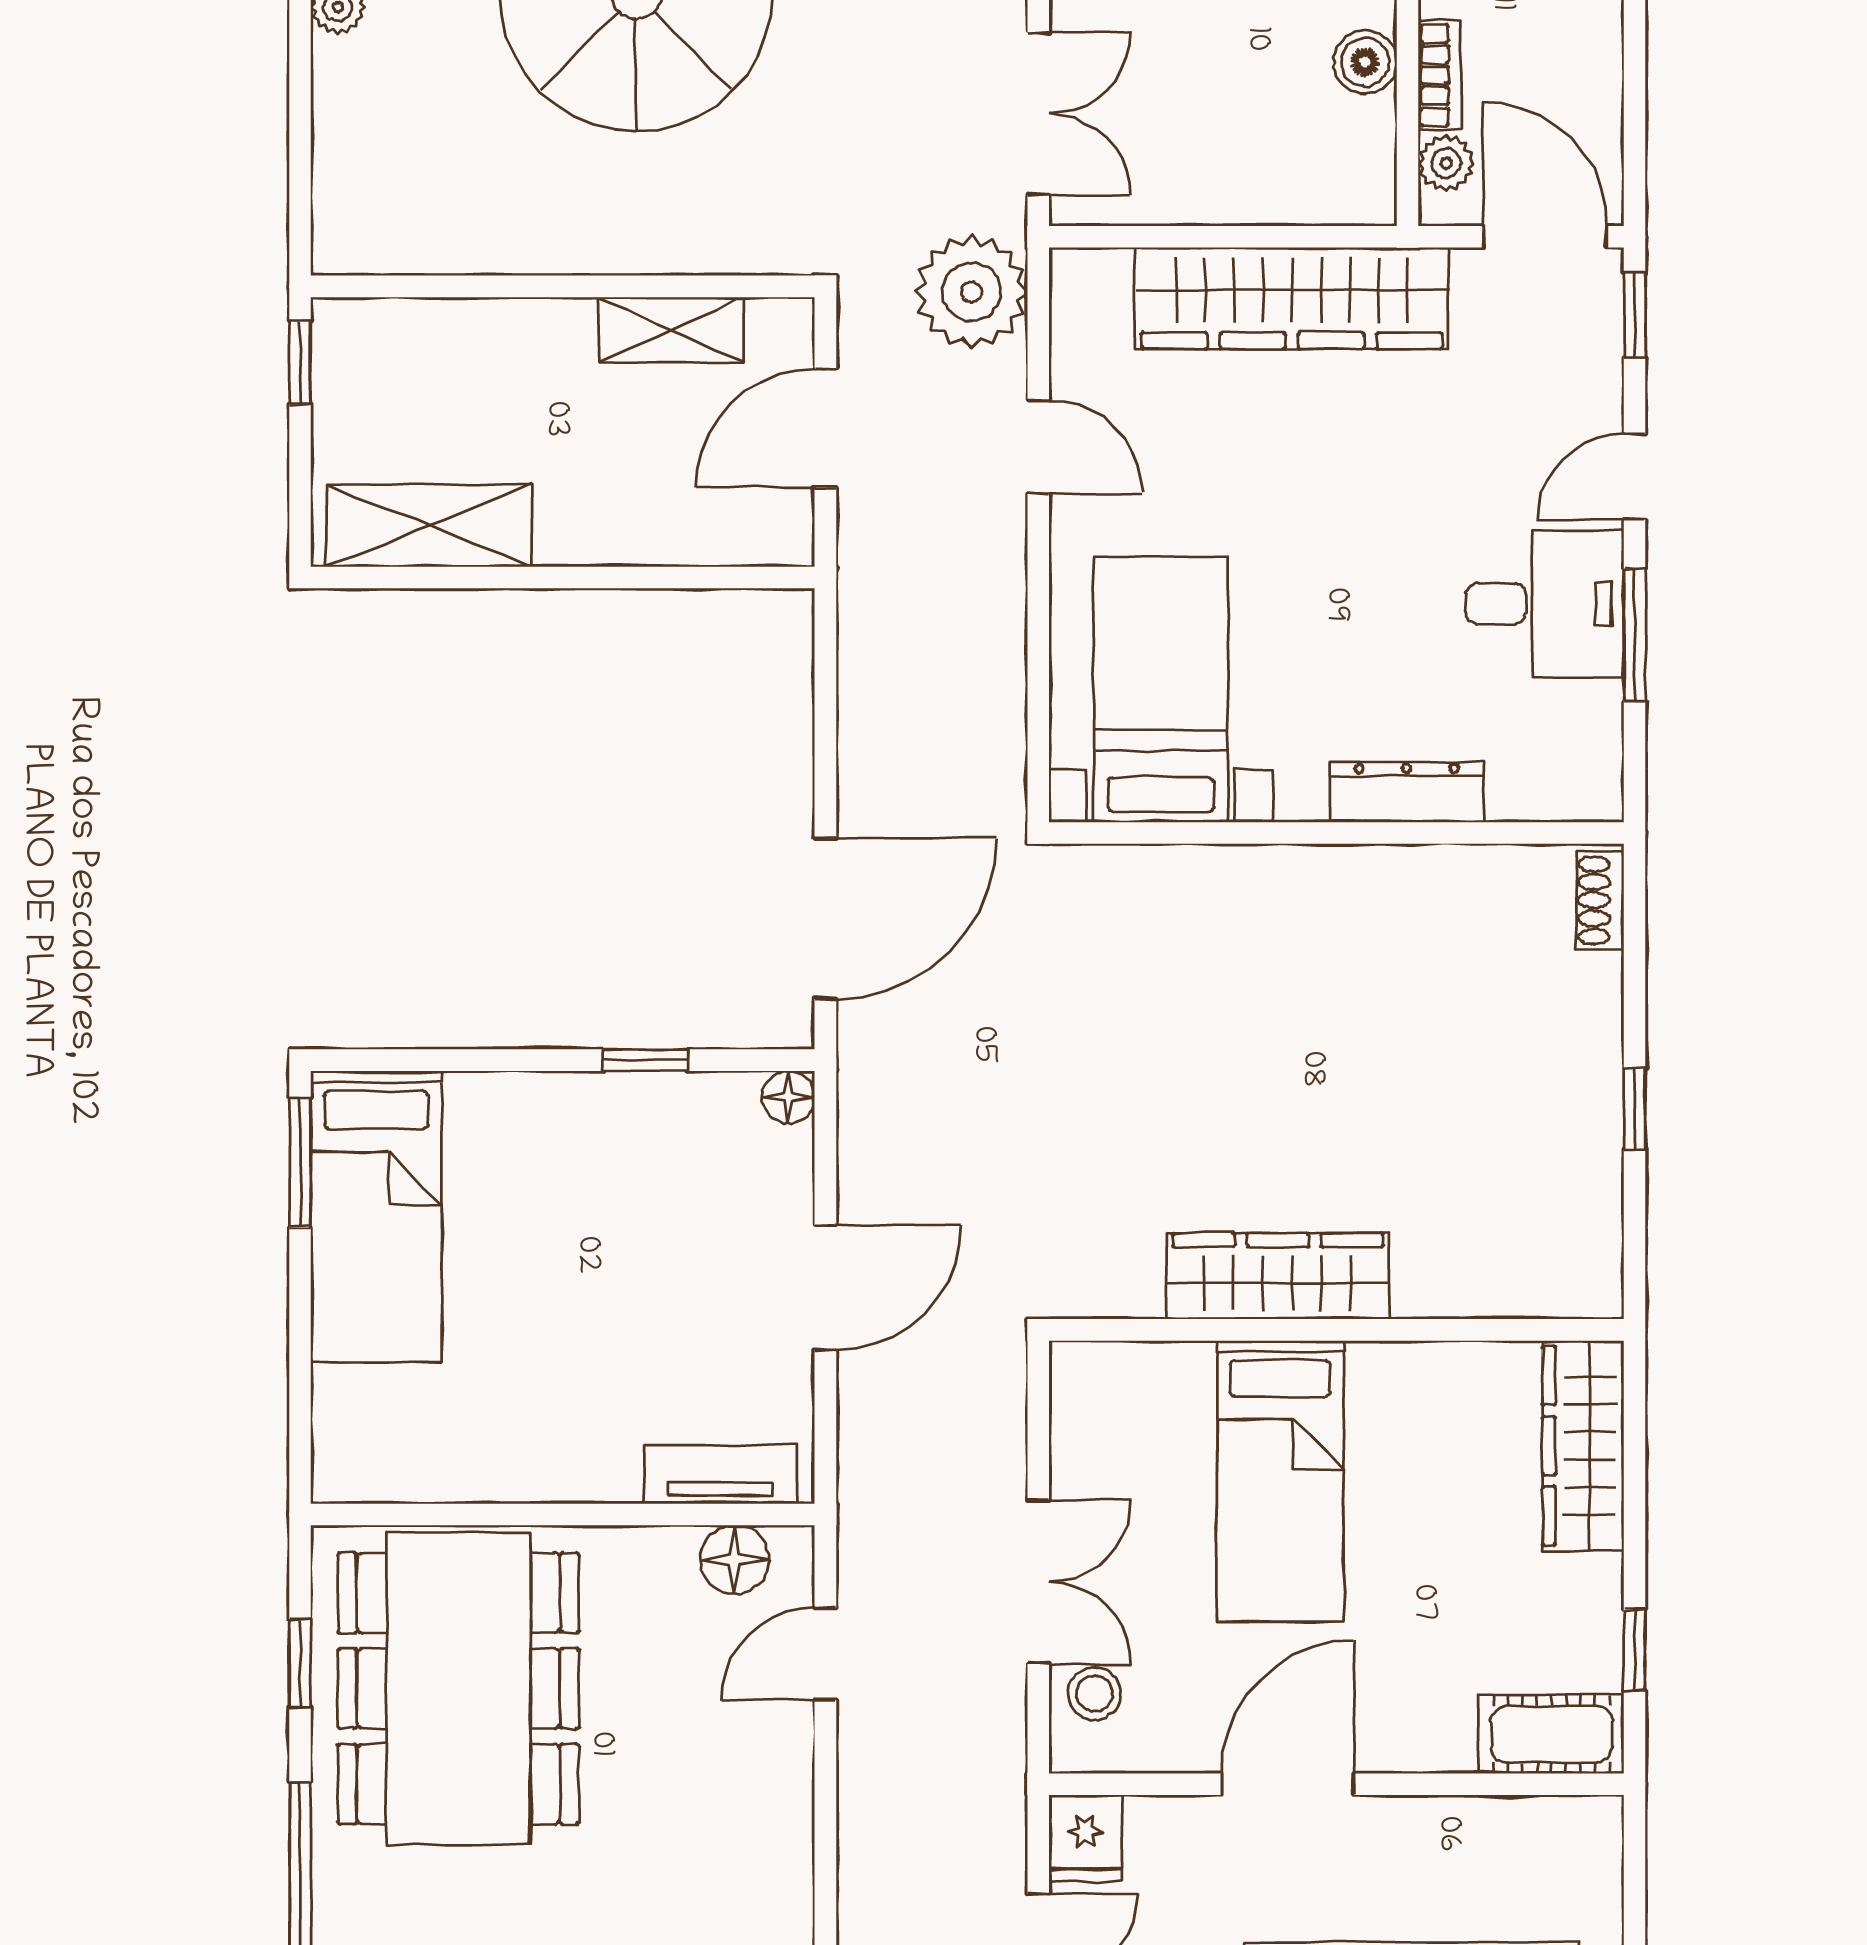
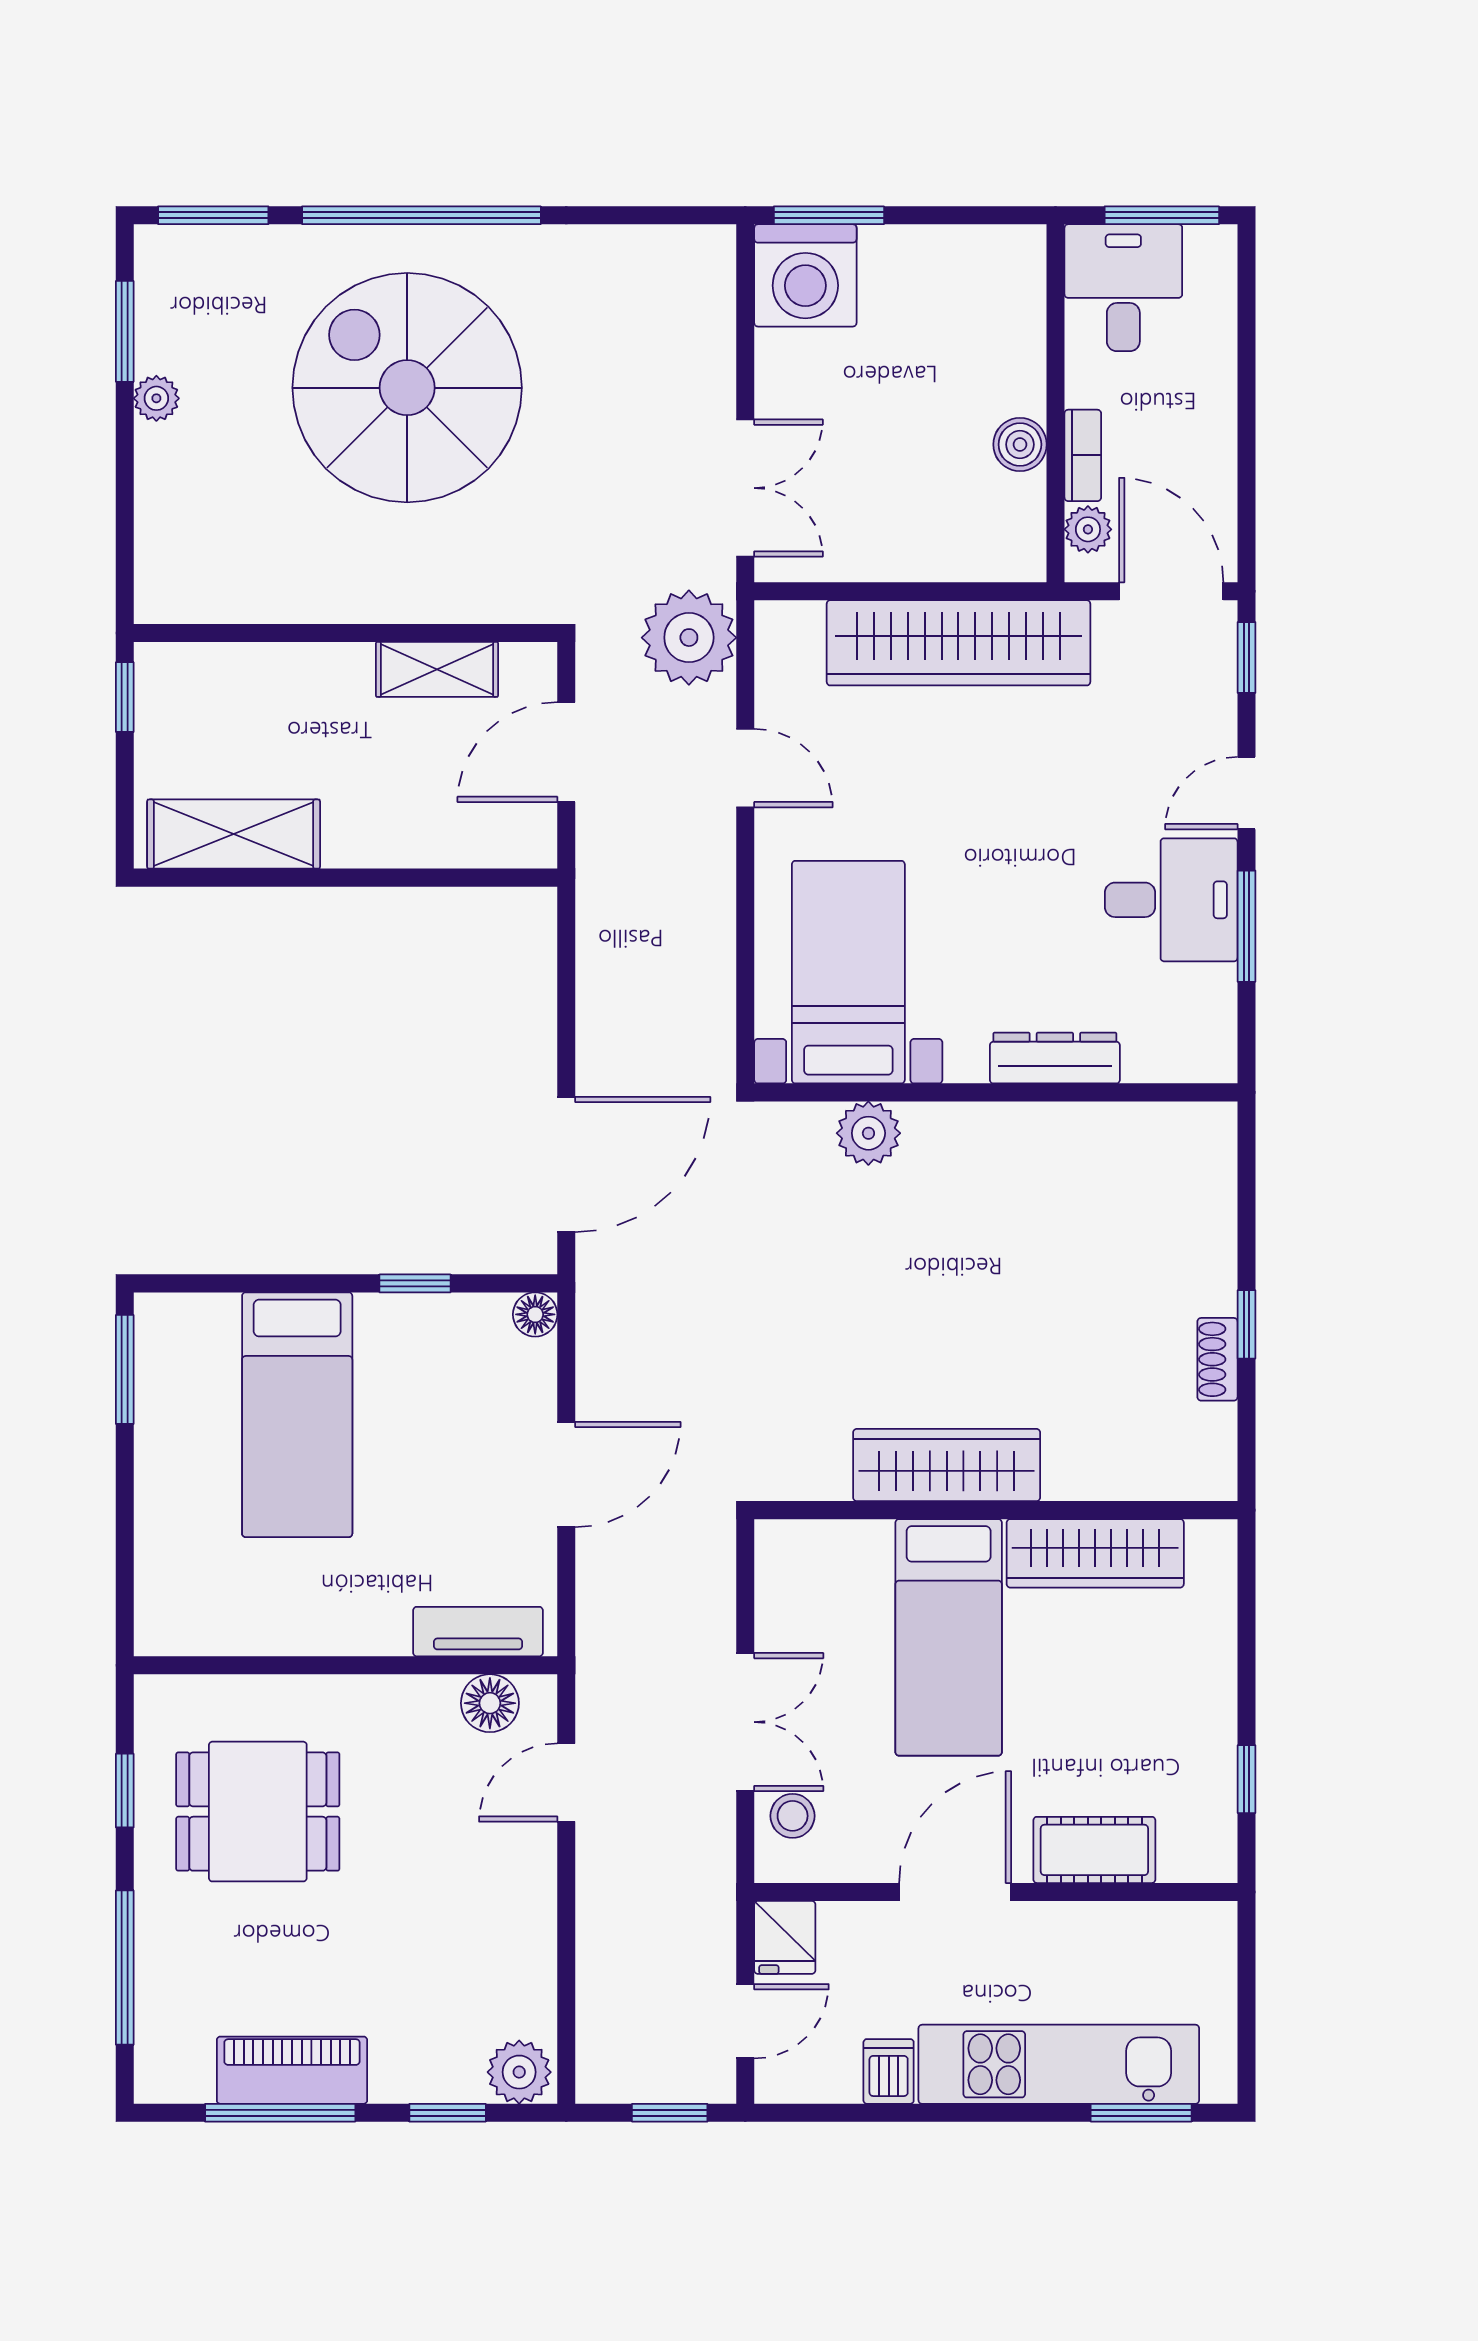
plant: (1185, 882) -> (868, 1133), added
shoe rack: (1600, 900) -> (1217, 1359), moved
bed: (376, 1216) -> (297, 1415), moved
wardrobe: (1583, 1446) -> (1095, 1553), moved, turned -90
dining table: (458, 1688) -> (258, 1812), width x0.53, depth x0.80
cot: (1551, 1734) -> (1094, 1850), moved

